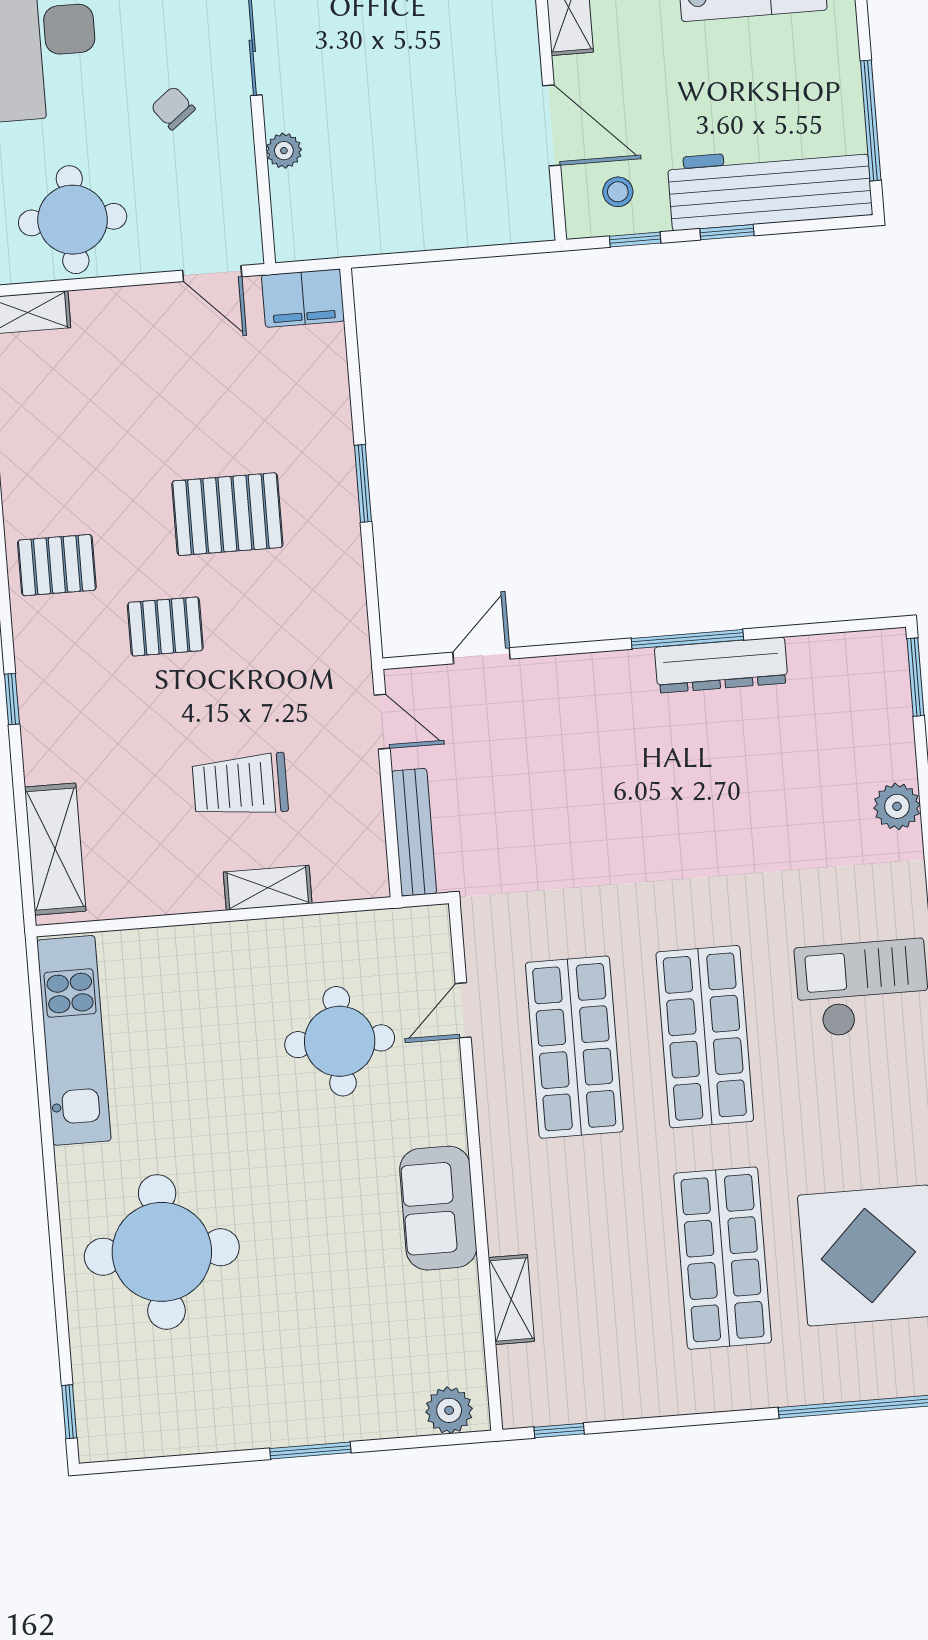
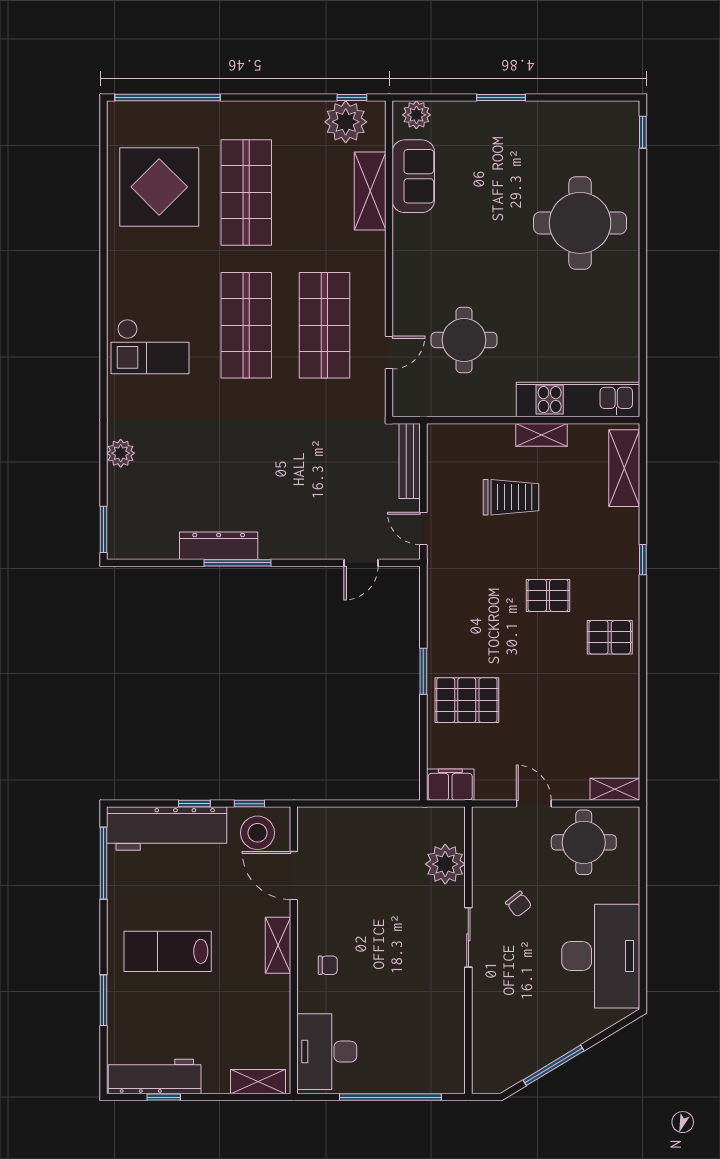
plant: (284, 151) -> (445, 864), width x1.88, depth x1.88
stool: (618, 192) -> (257, 833), width x1.89, depth x1.89
door: (212, 274) -> (534, 804), moved
pallet: (227, 514) -> (467, 700), moved
shelving: (268, 888) -> (542, 435), moved
kitchen unit: (74, 1040) -> (578, 400), moved, turned 90
sofa: (438, 1208) -> (413, 176), moved
shelving: (511, 1299) -> (370, 191), width x1.50, depth x1.33
plant: (566, 1389) -> (346, 122), added

